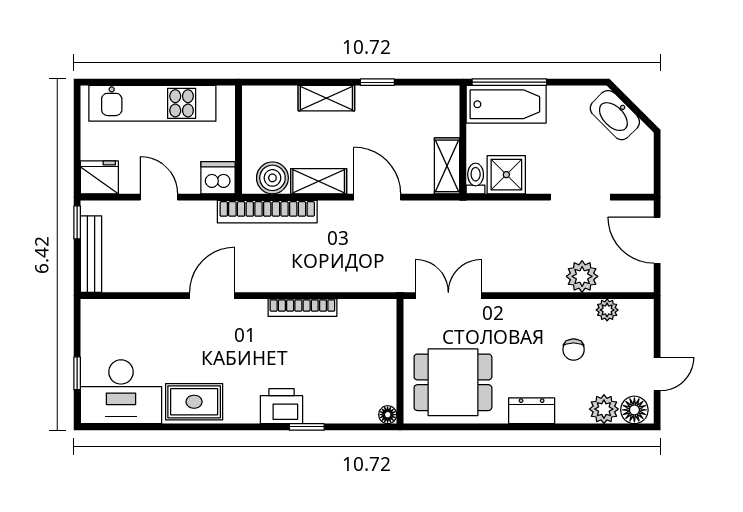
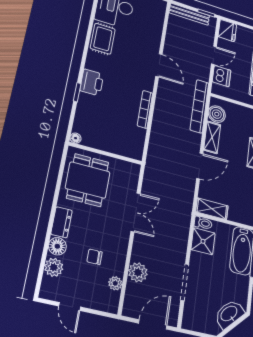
dishwasher: (218, 178) -> (222, 76), moved
double door: (448, 296) -> (136, 212), moved
floor lamp: (634, 410) -> (57, 246), moved

